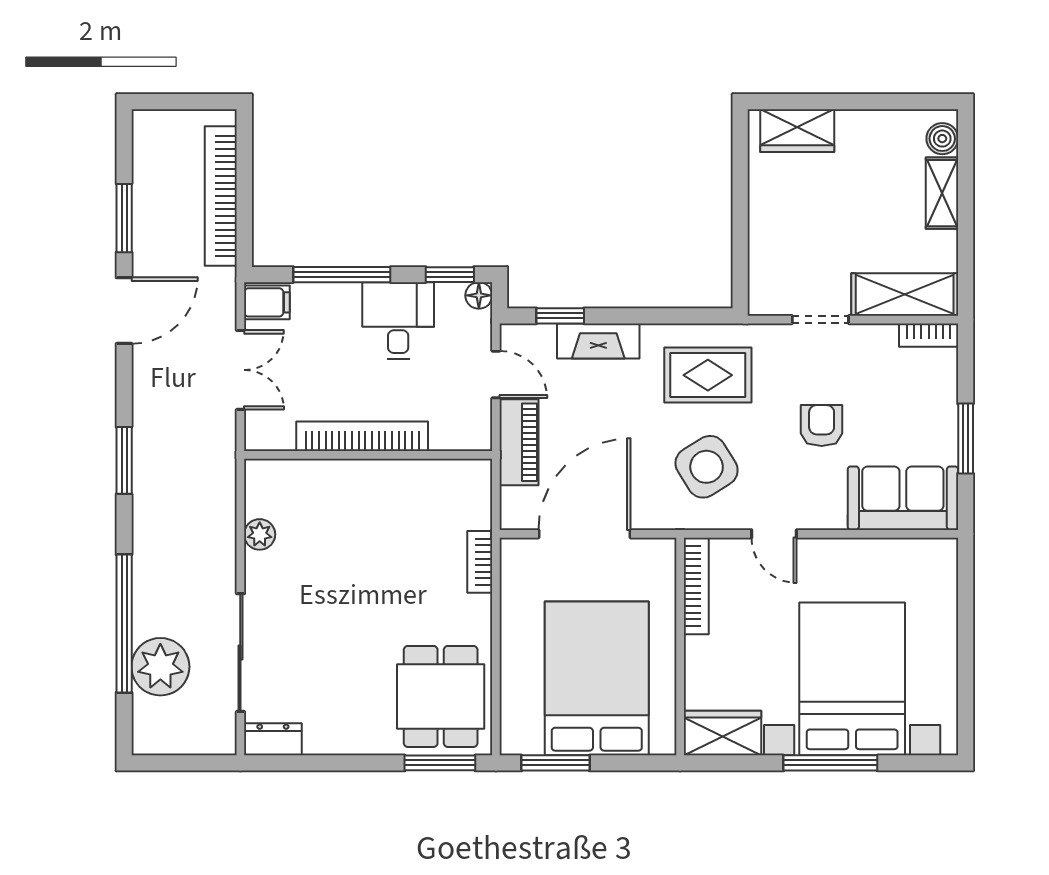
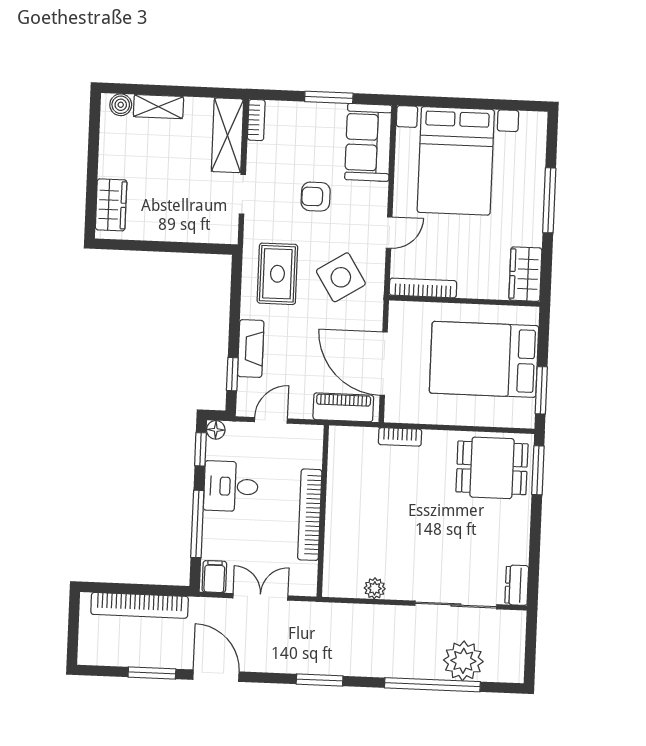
piano: (519, 442) -> (343, 407), moved
bed with nightstands: (852, 679) -> (456, 161), moved, turned -90

